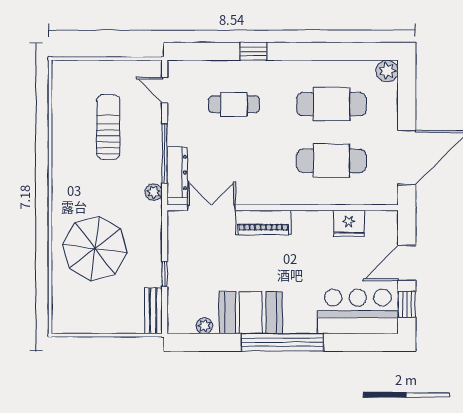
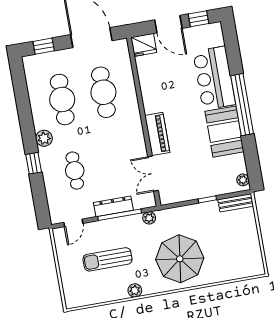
plant: (387, 71) -> (44, 138), moved
window: (407, 92) -> (44, 46), added
plant: (60, 156) -> (135, 290), added
dresser: (177, 172) -> (113, 206), moved
fridge: (349, 223) -> (144, 45), moved, turned 90
parasol: (95, 249) -> (180, 259), moved
bar counter: (358, 311) -> (214, 78), moved
plant: (204, 326) -> (243, 180), moved

